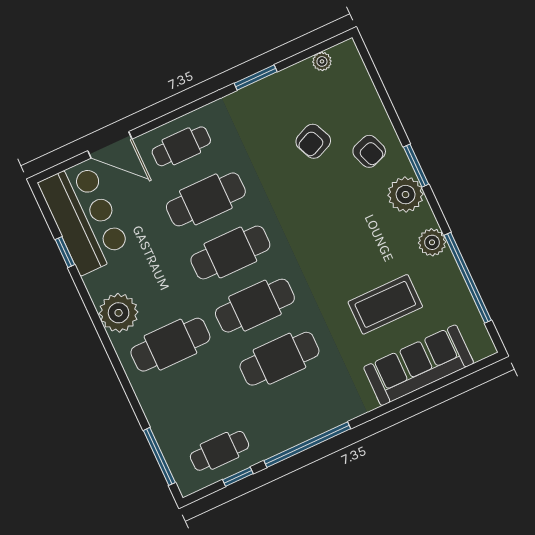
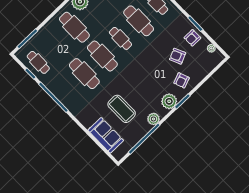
armchair: (284, 95) -> (192, 38), added
cafe table: (230, 252) -> (120, 38), width x0.73, depth x0.74
sofa: (419, 365) -> (106, 135), width x0.73

